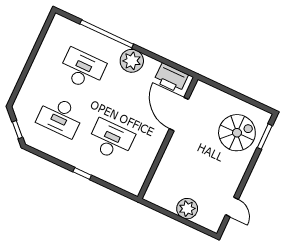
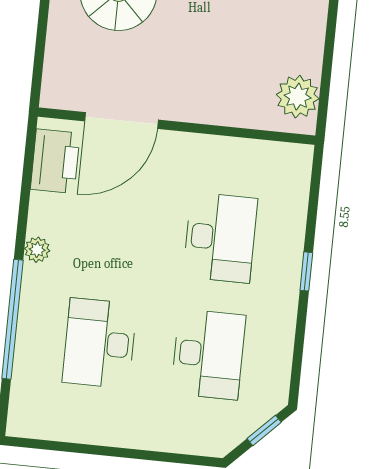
plant: (132, 61) -> (37, 250), width x0.53, depth x0.53
desk: (111, 140) -> (220, 238), turned 180
plant: (187, 209) -> (298, 97), moved

